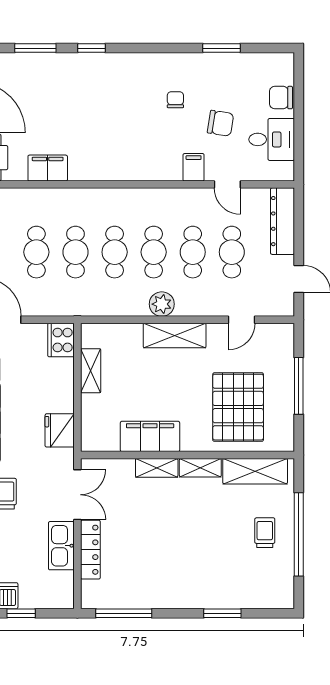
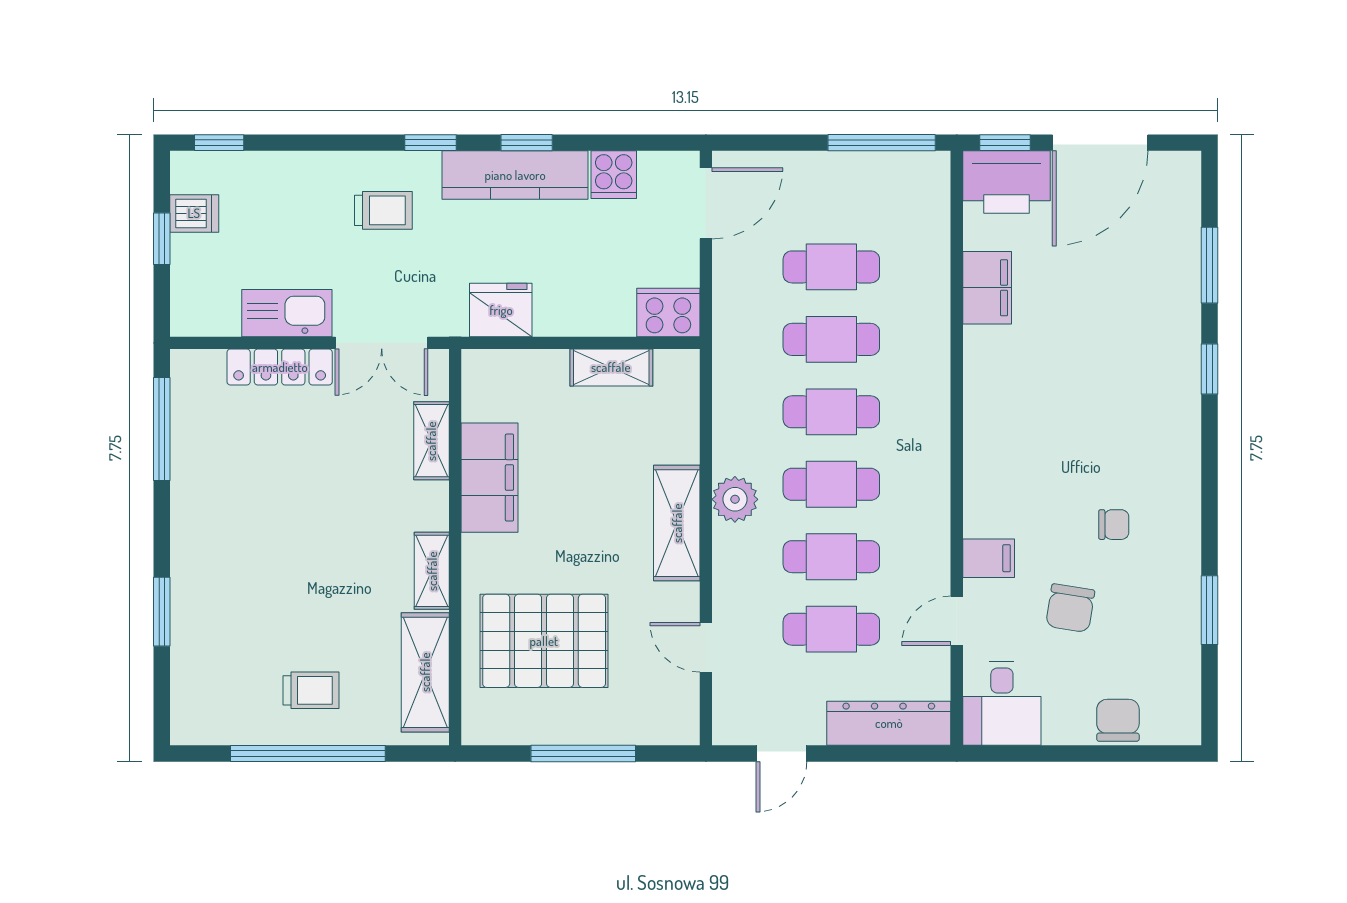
desk: (272, 139) -> (1002, 703), moved
shelving: (157, 468) -> (431, 441), moved

